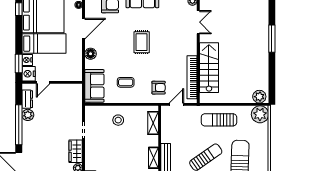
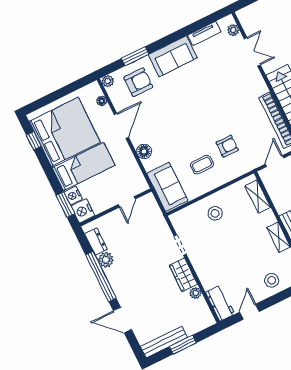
rug: (142, 42) -> (197, 108), removed
door: (43, 82) -> (127, 202), moved
armchair: (159, 88) -> (227, 146), moved

